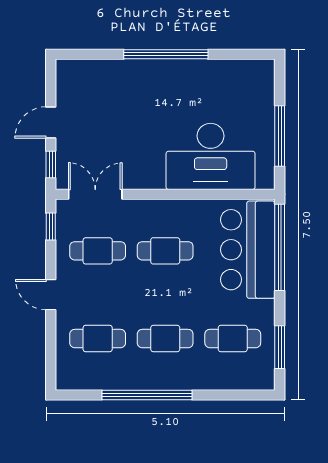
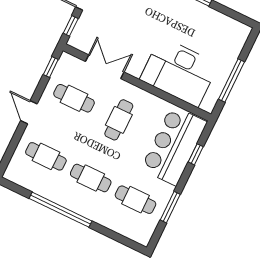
double door: (95, 194) -> (105, 67), moved
window: (280, 247) -> (196, 154), width x0.32
cafe table: (165, 251) -> (119, 120), turned 90
window: (280, 347) -> (170, 207), moved

